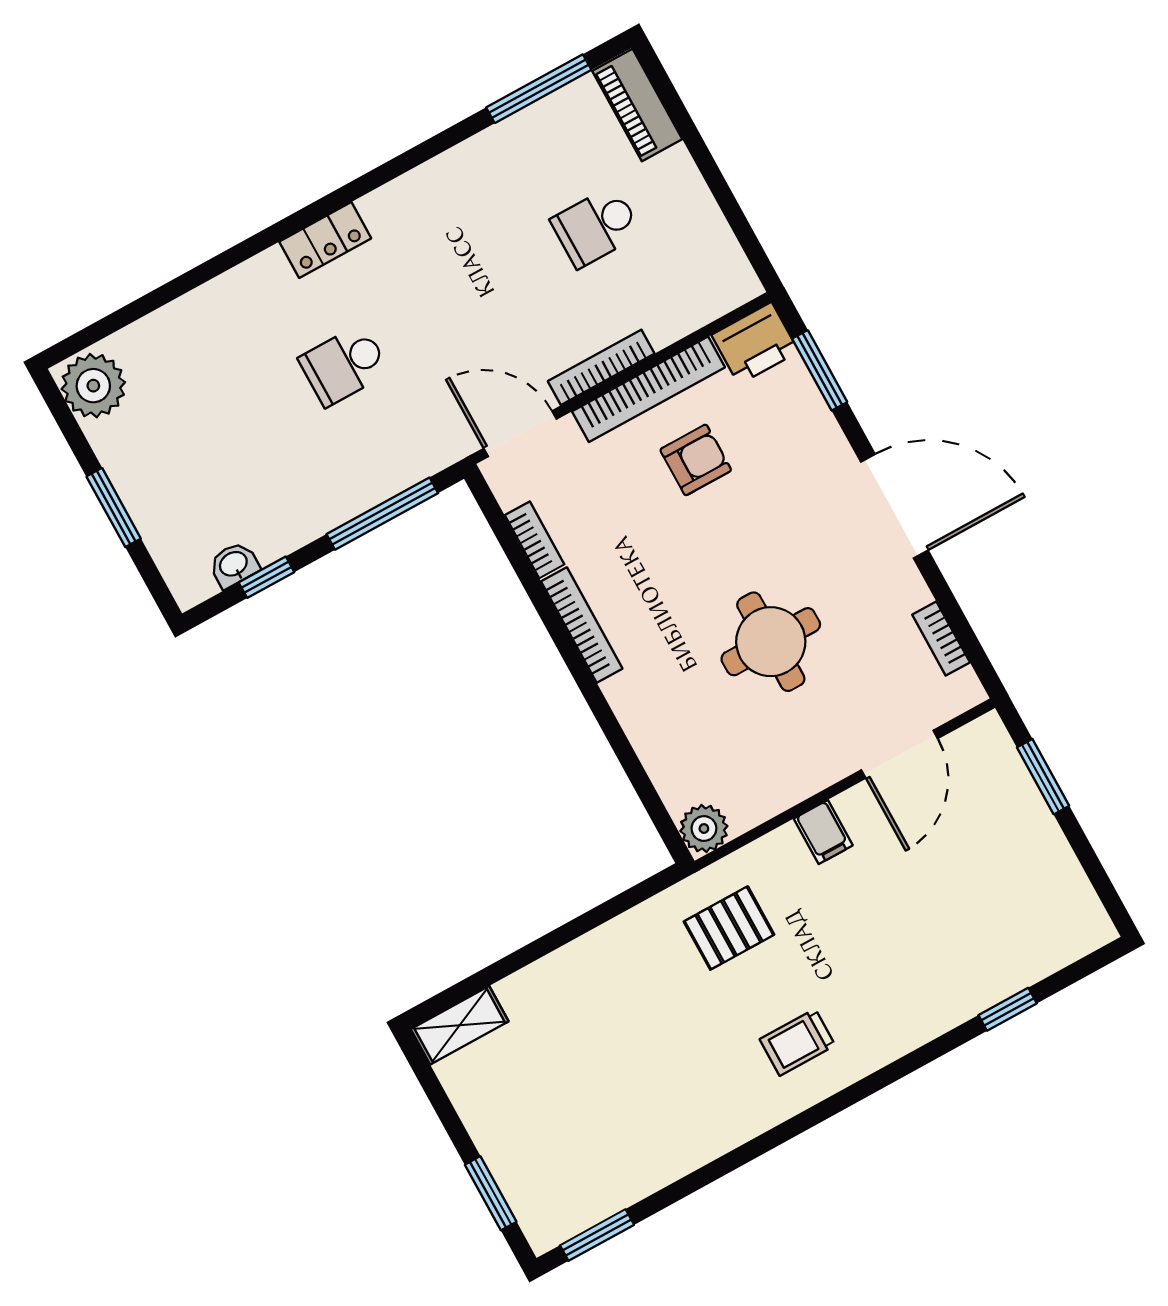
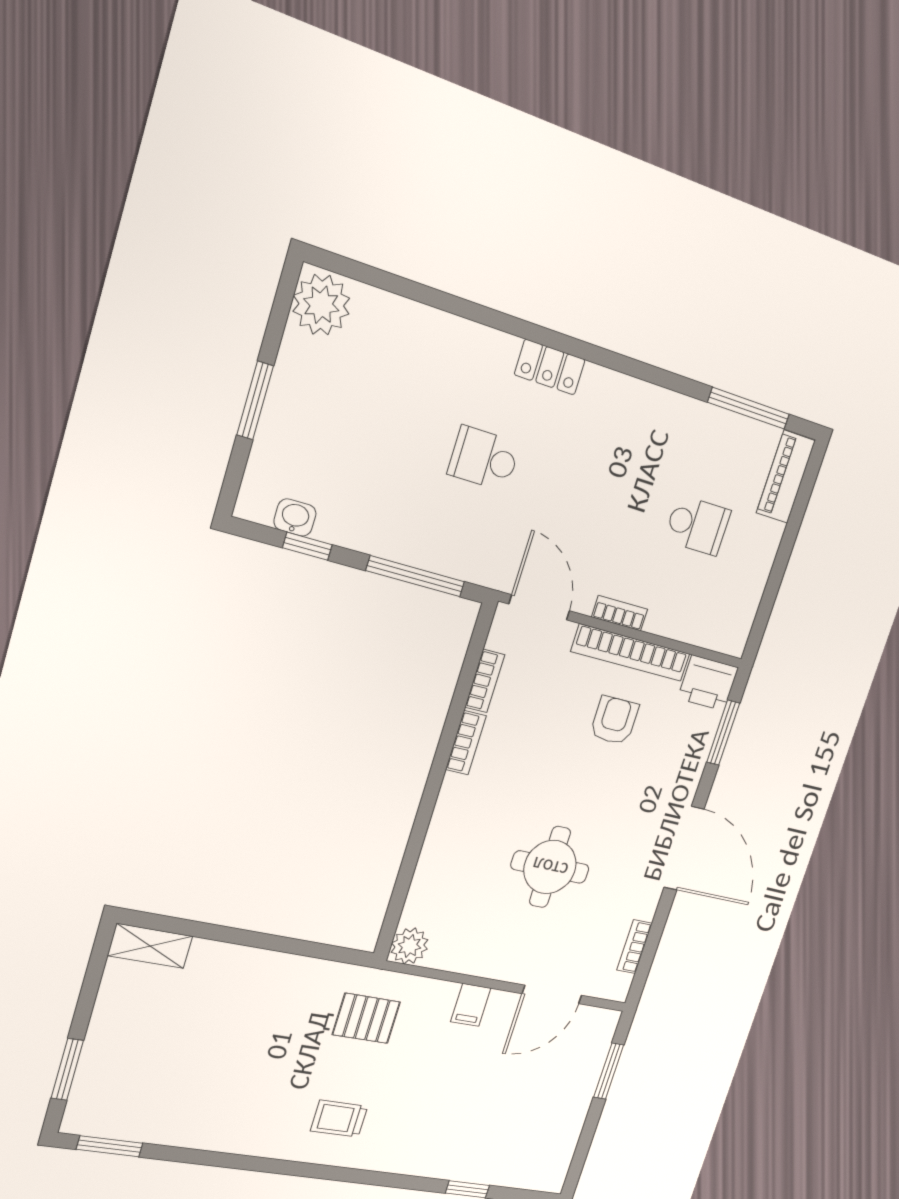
school desk: (596, 227) -> (697, 525), turned 180
bookcase: (601, 367) -> (620, 613), width x0.64
armchair: (696, 460) -> (614, 720), turned -90
bookcase: (582, 625) -> (466, 743), width x0.64

